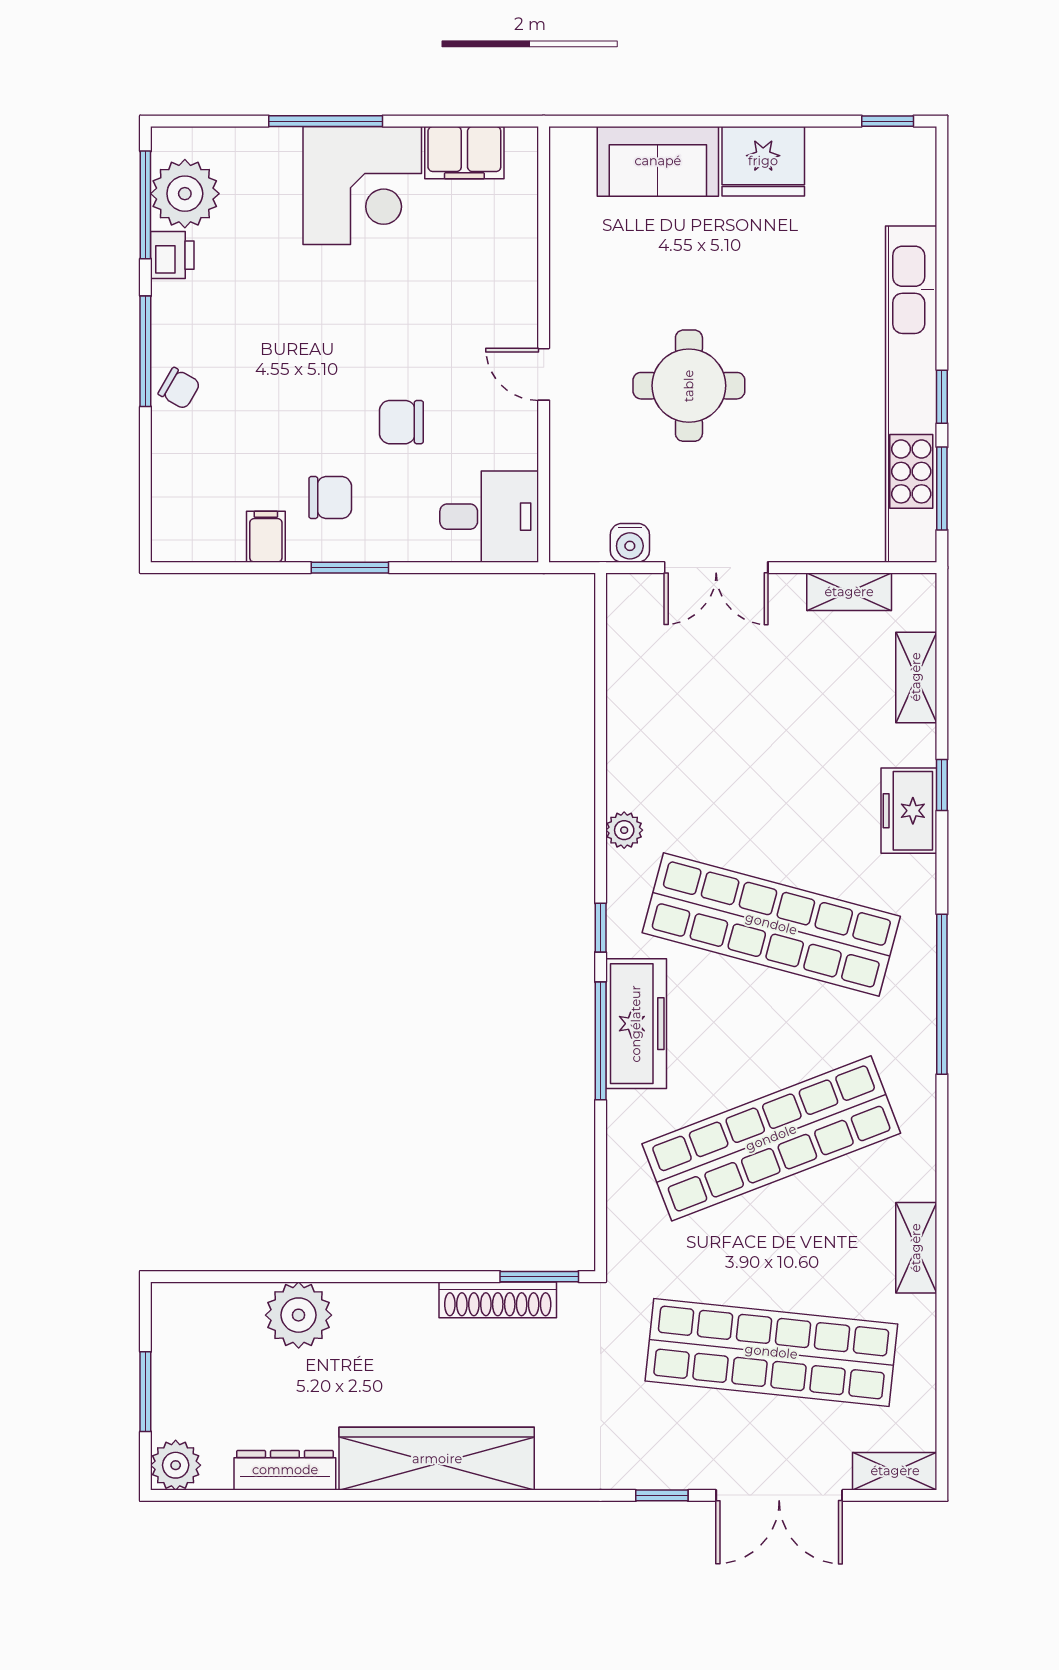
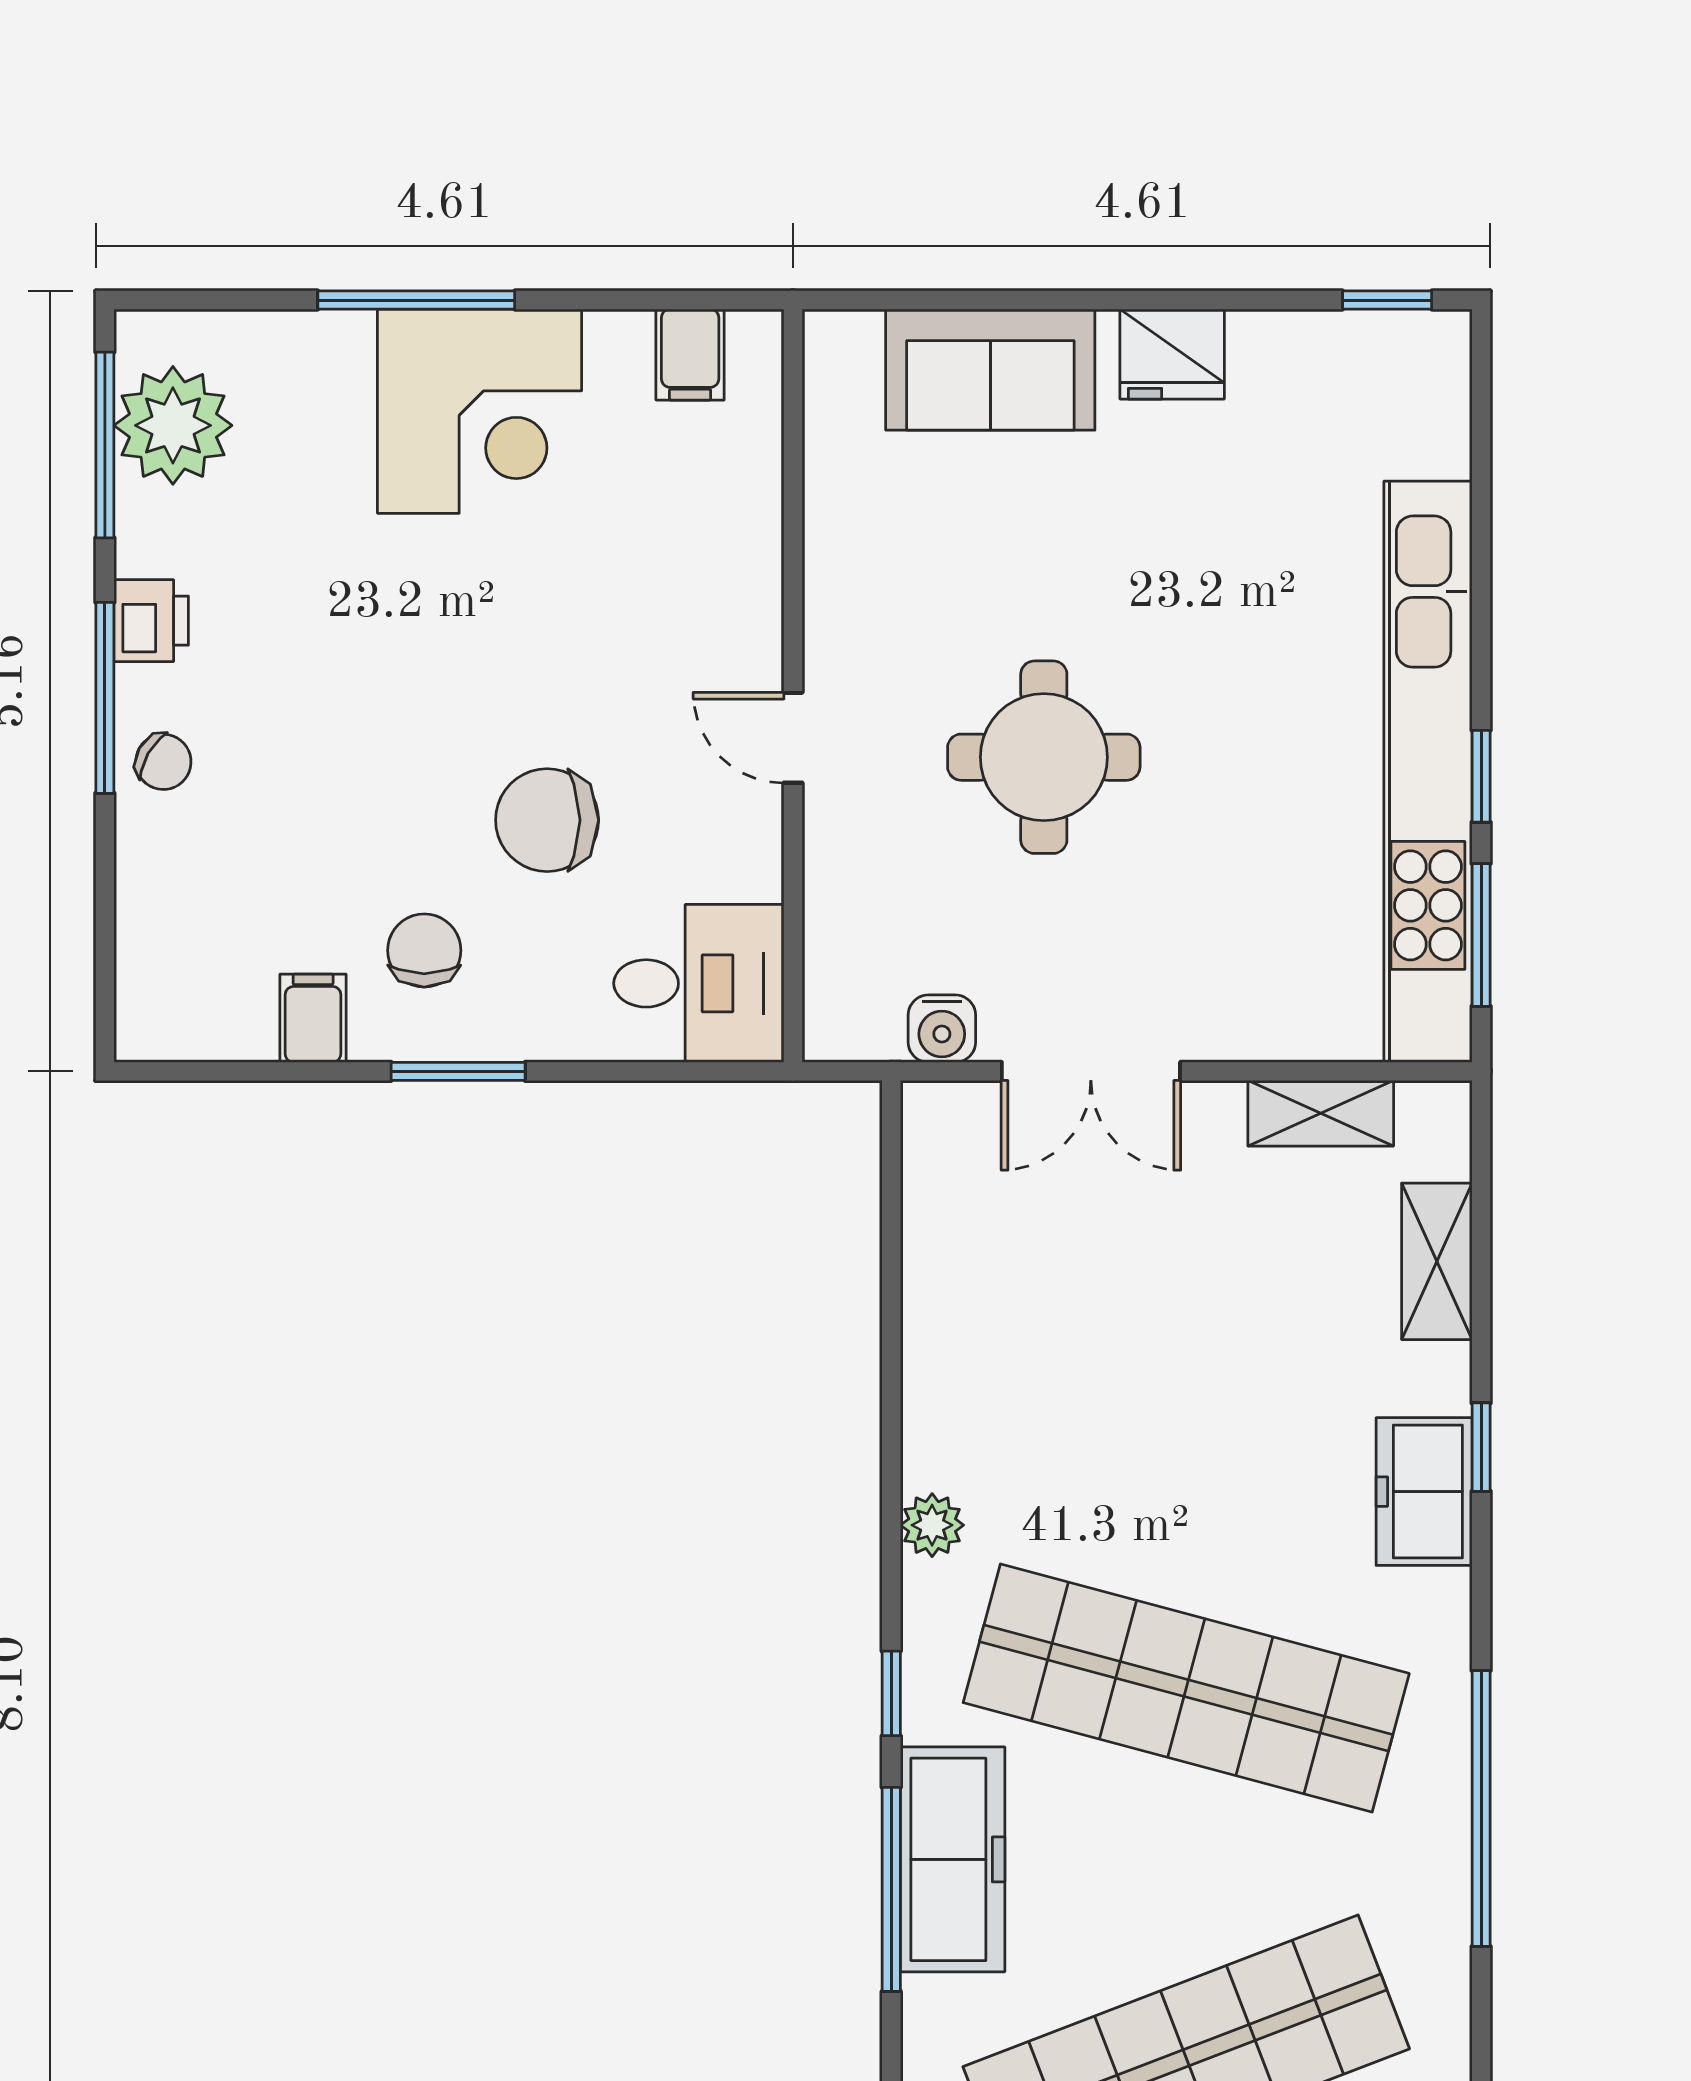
filing cabinet: (464, 153) -> (690, 355), width x0.50
fridge: (763, 161) -> (1172, 354), width x0.73, depth x0.75
printer: (172, 255) -> (151, 621), moved
chair: (401, 422) -> (547, 820), width x1.37, depth x1.37
chair: (330, 498) -> (424, 950), turned -90

